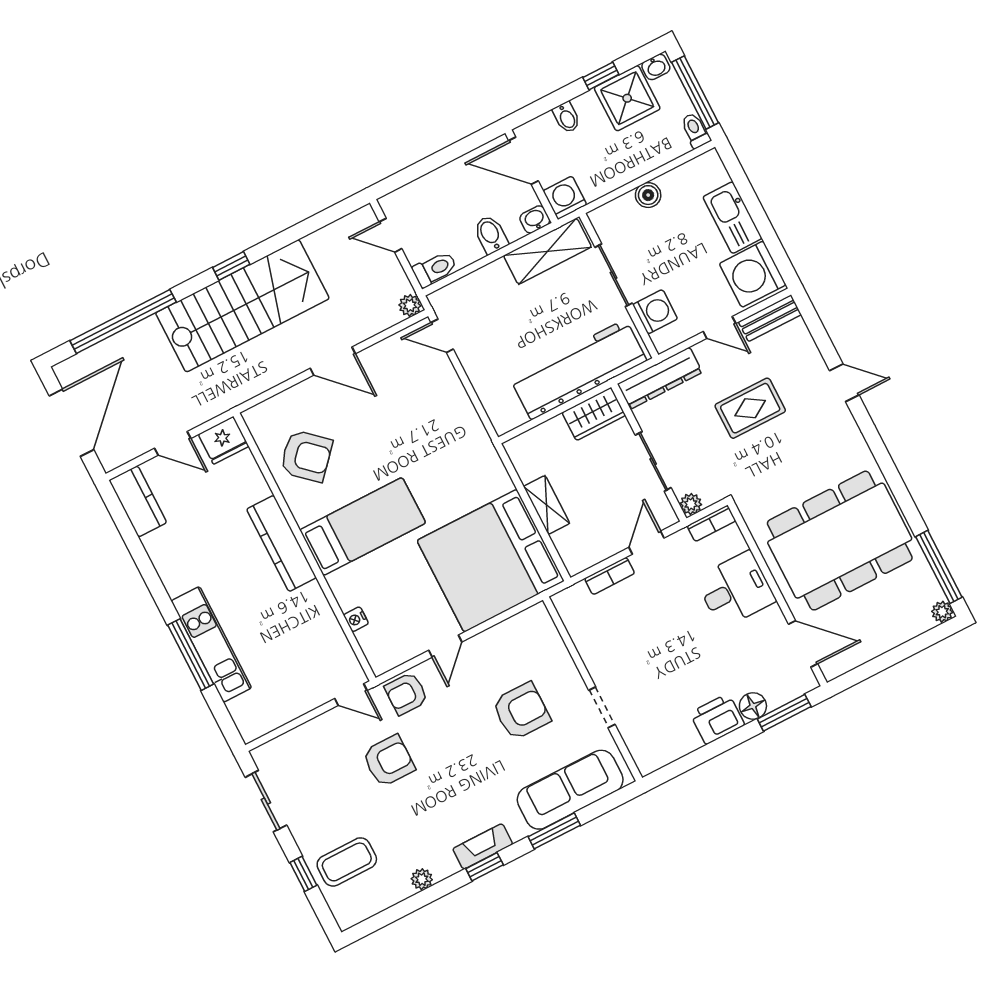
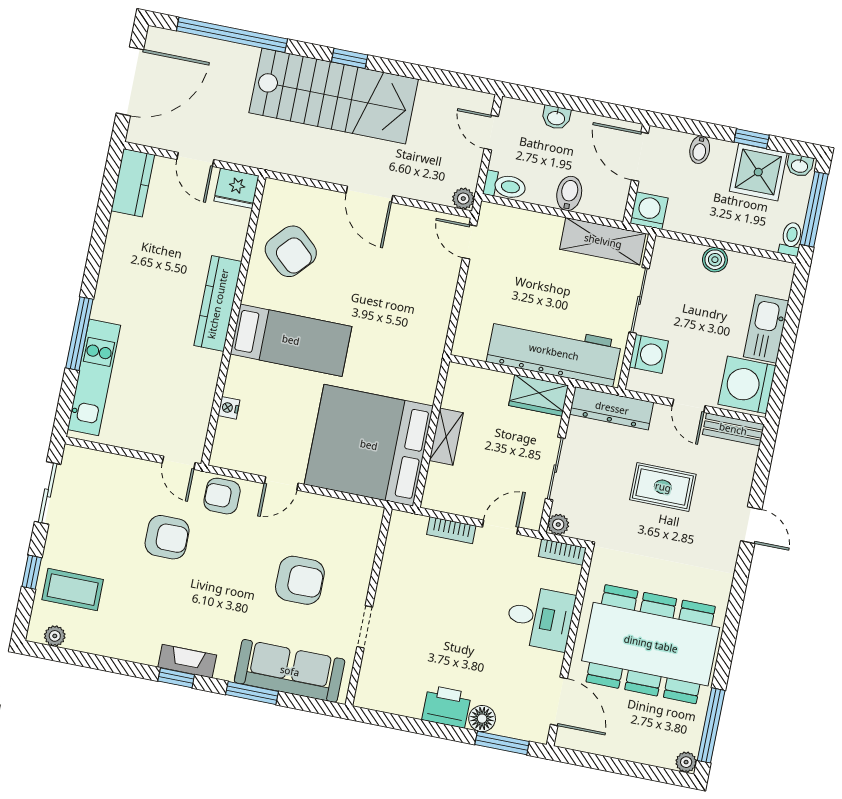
washbasin: (535, 219) -> (556, 118), moved, turned 180
kitchen unit: (211, 644) -> (94, 377), moved
plant: (422, 879) -> (55, 636), moved

